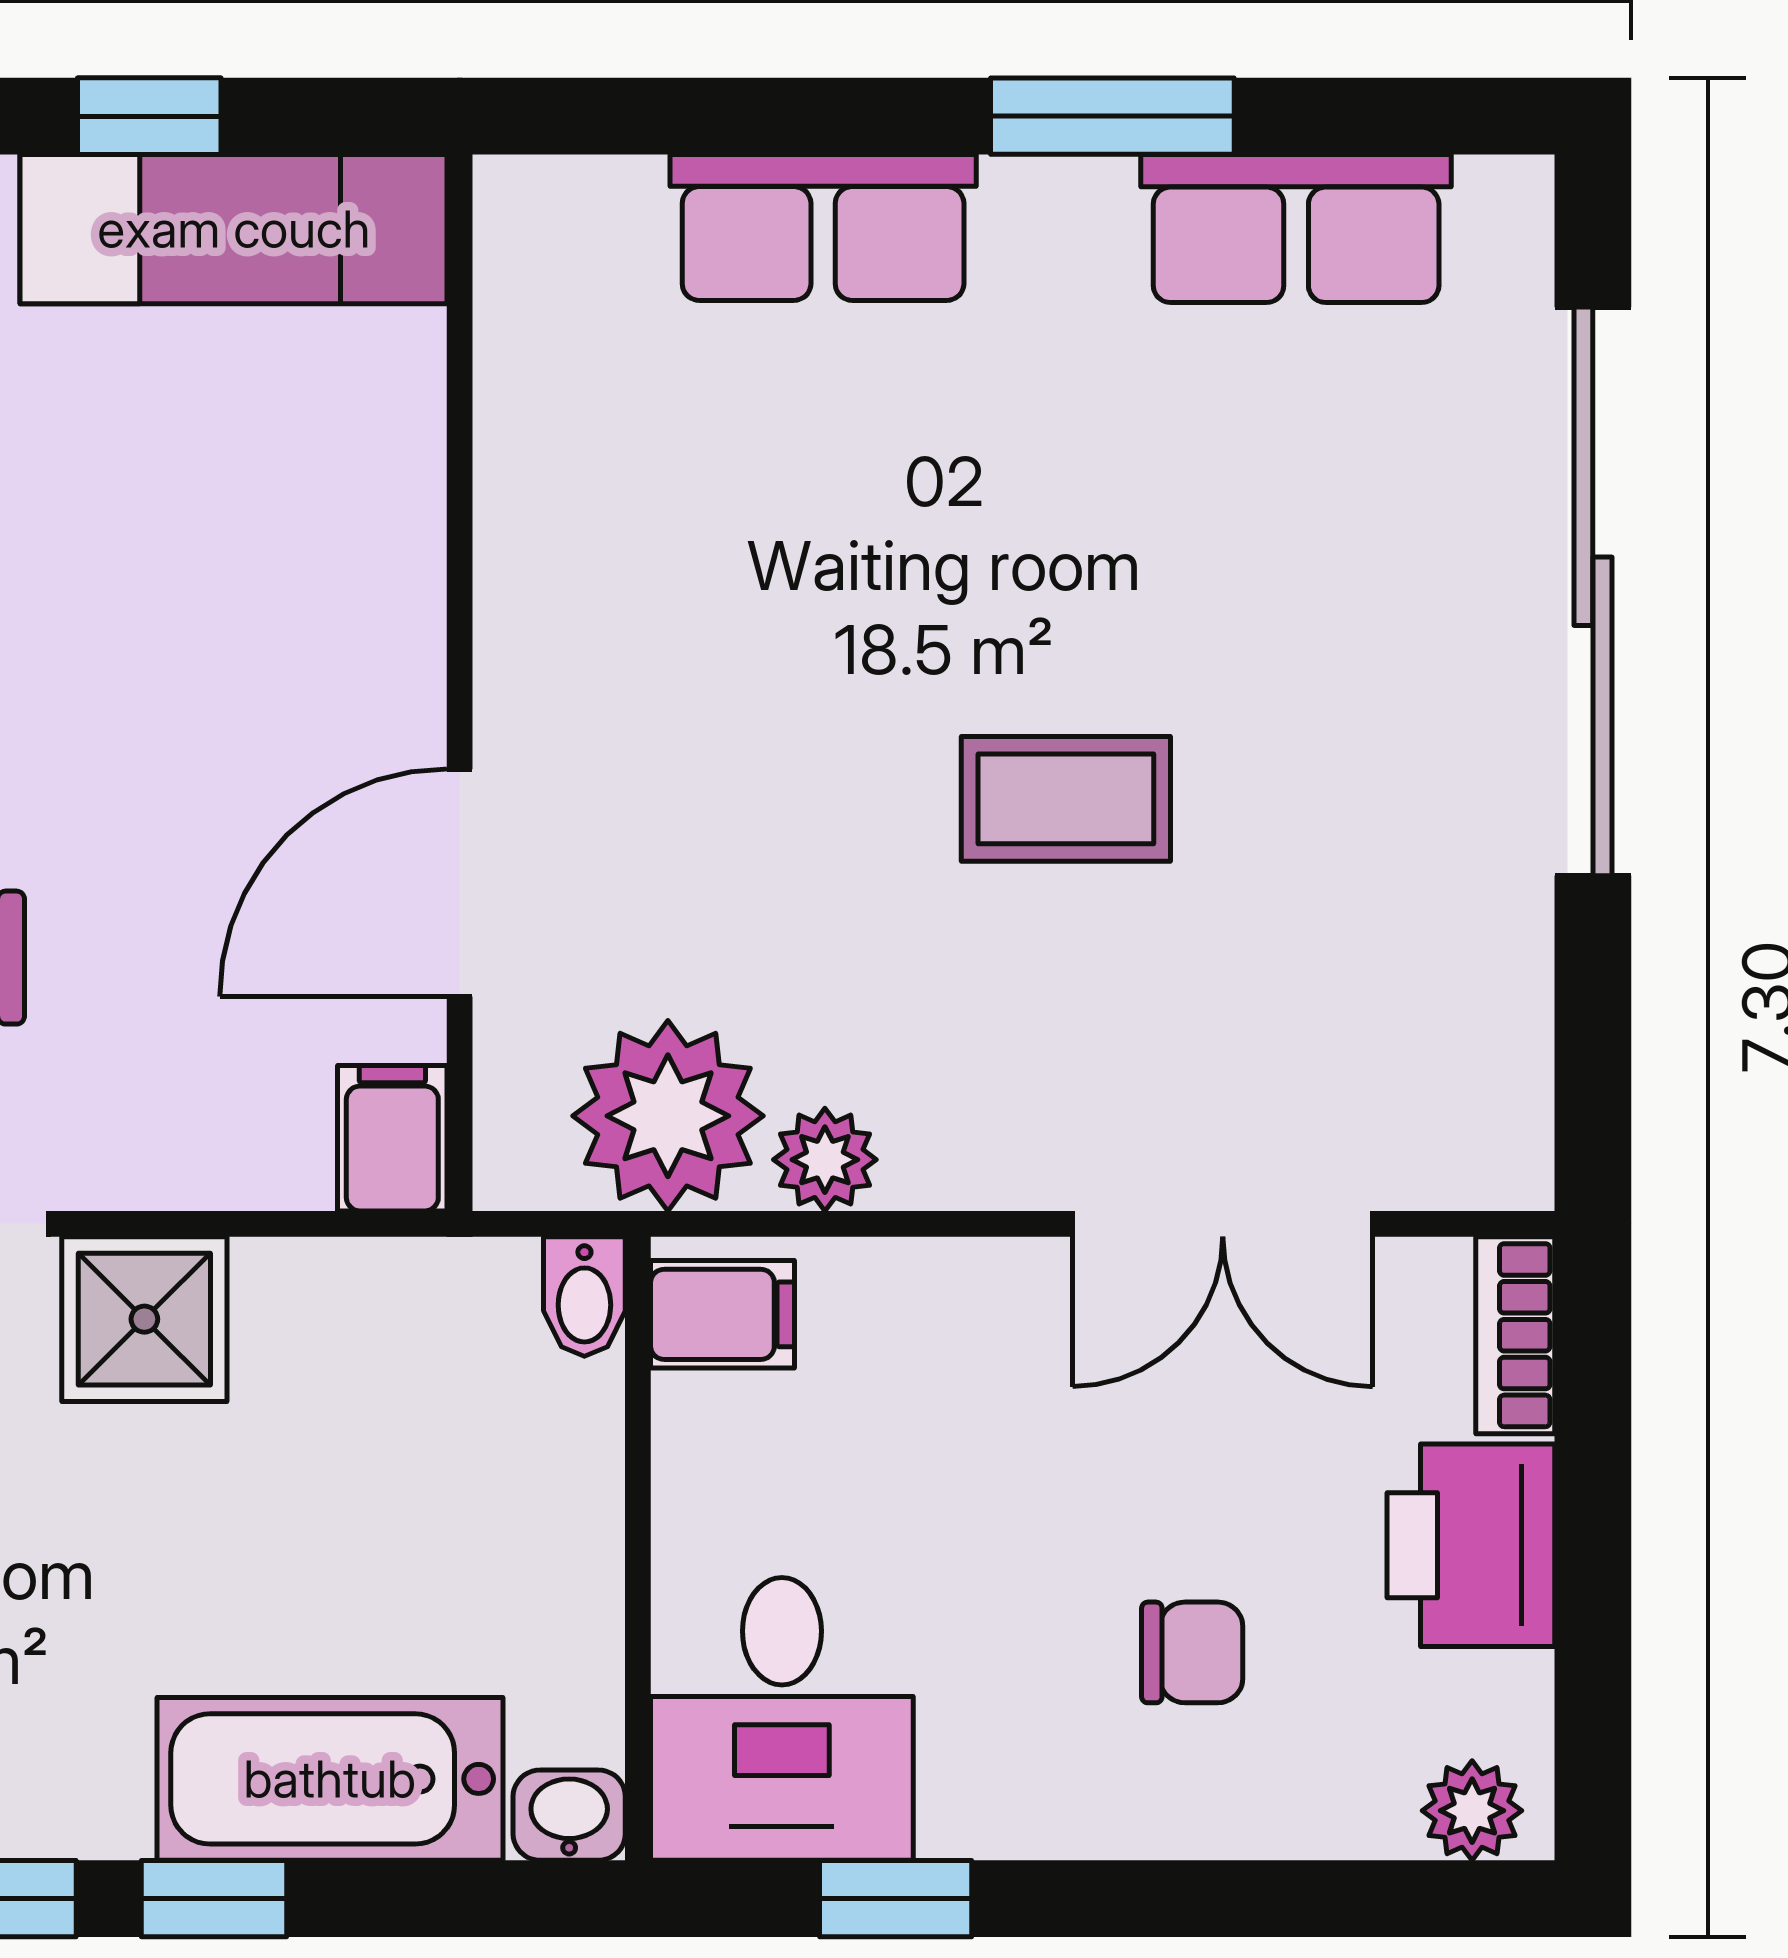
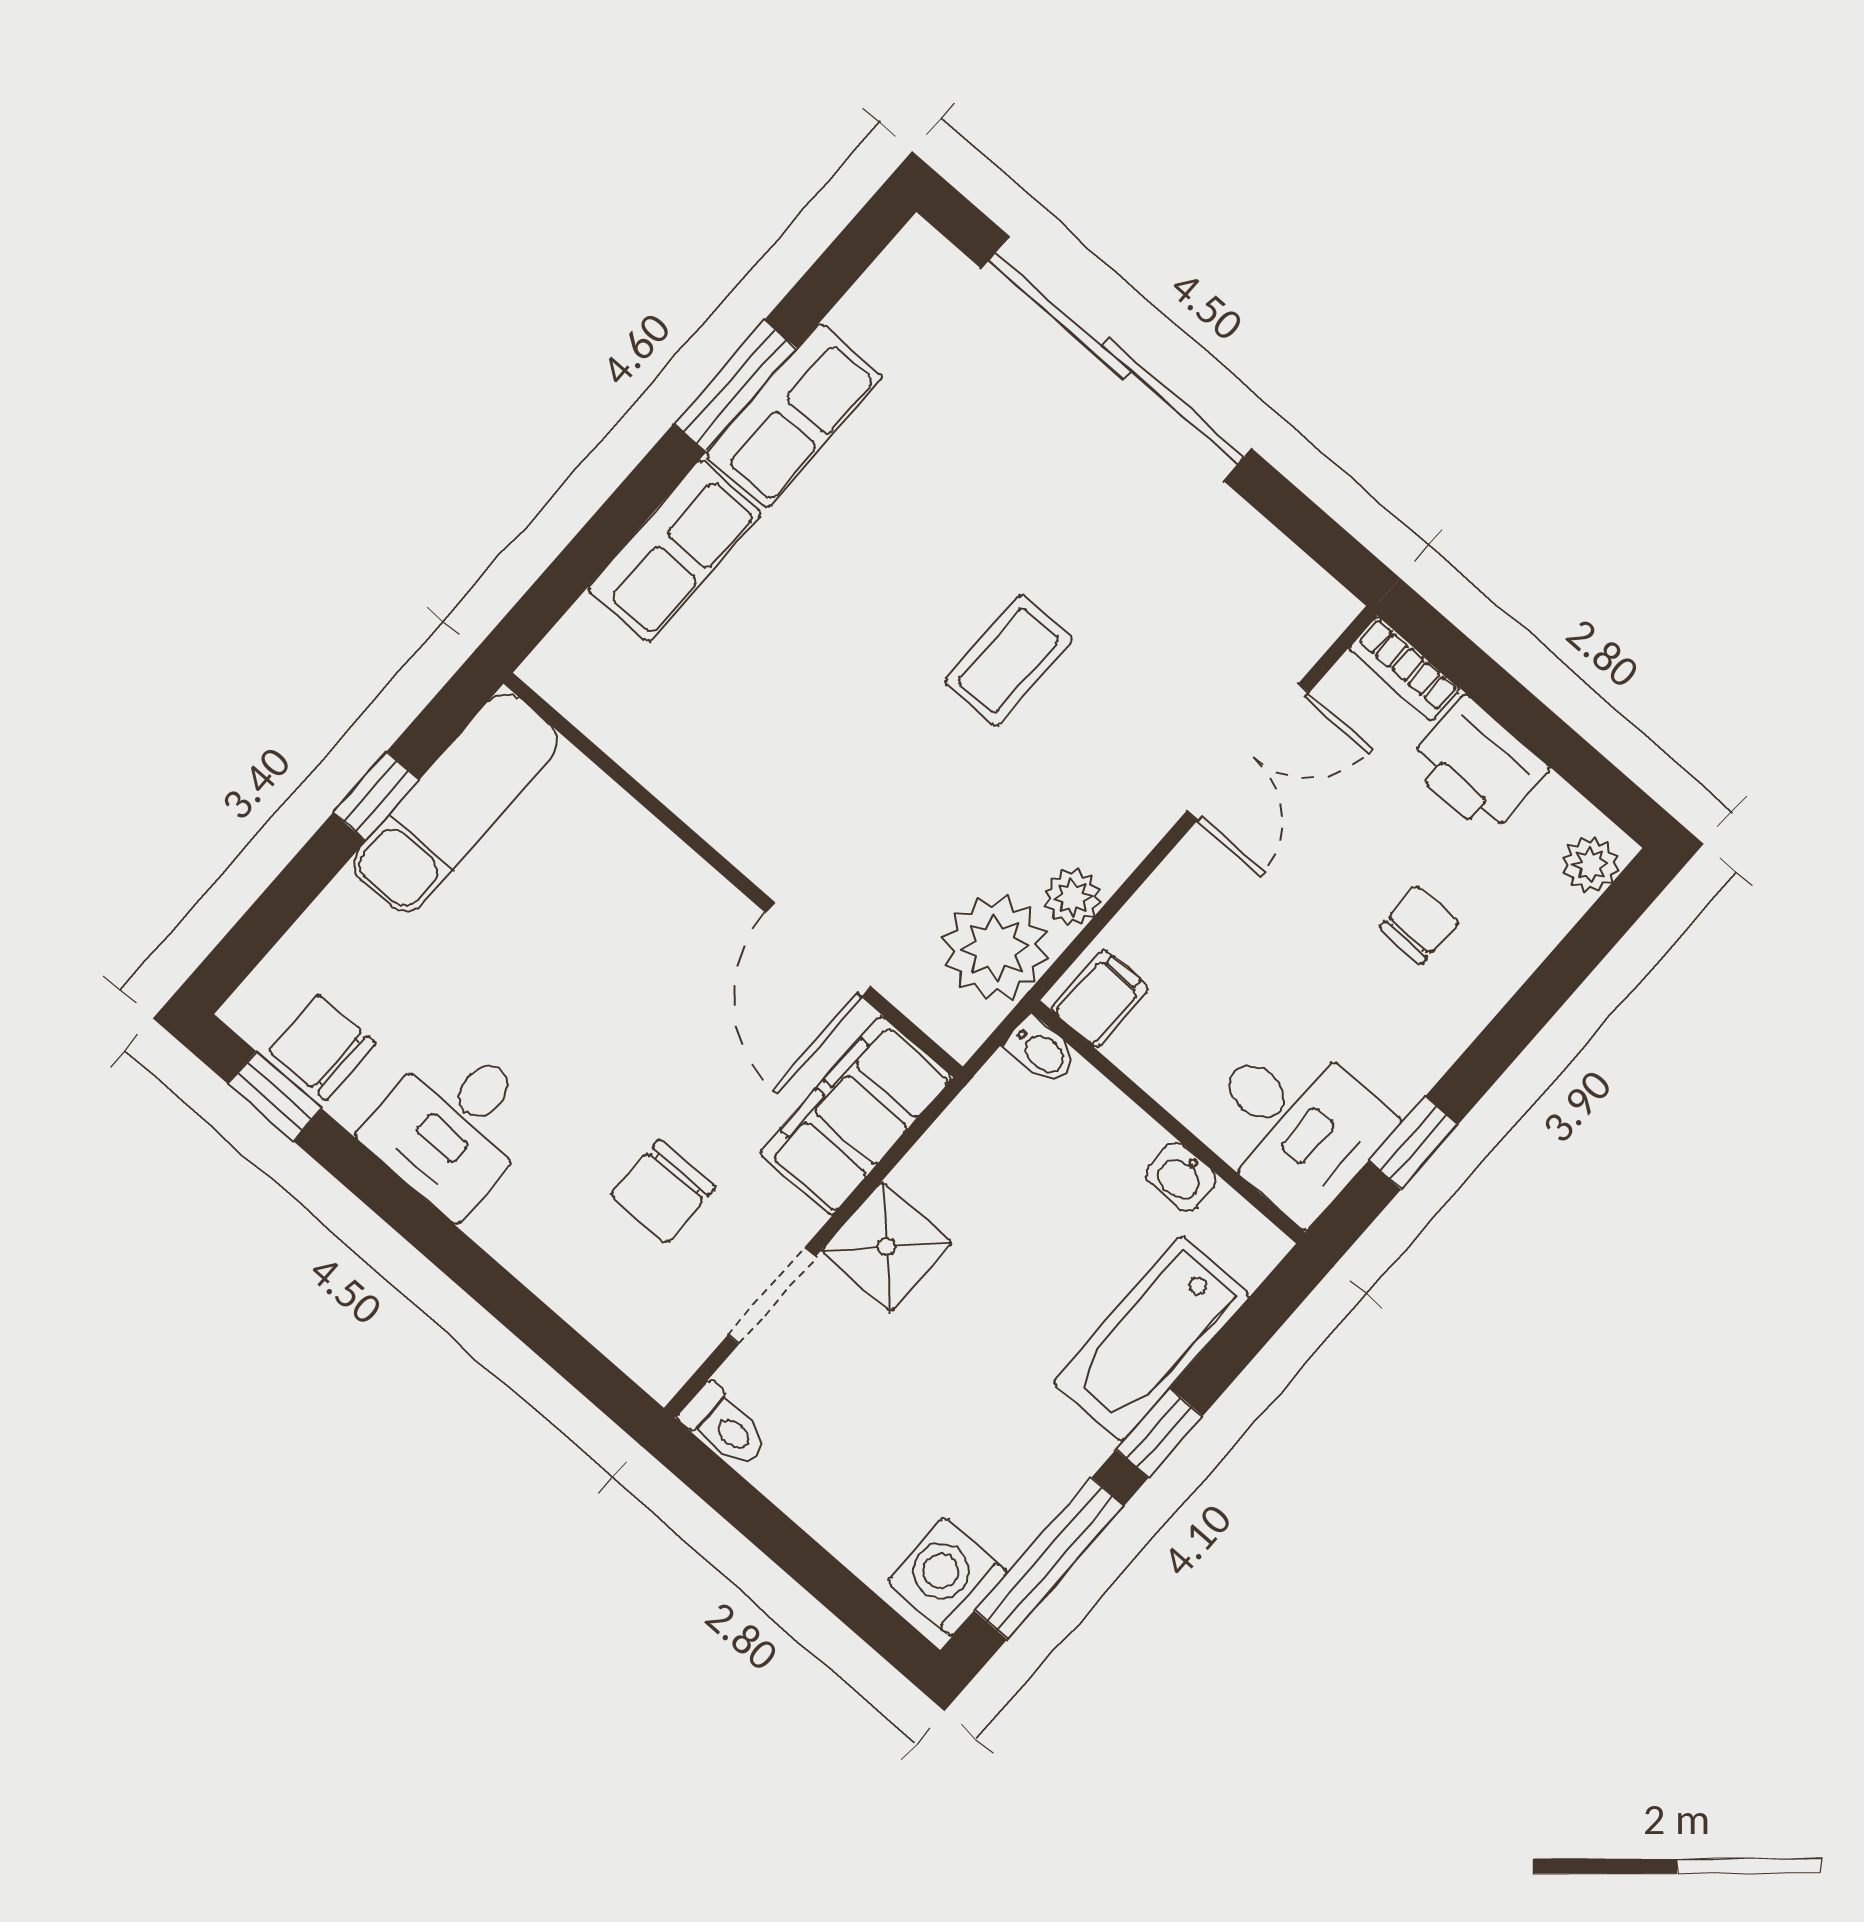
row of seats: (1296, 228) -> (794, 416), moved
filing cabinet: (392, 1138) -> (856, 1115), width x3.00, depth x1.17
washbasin: (569, 1815) -> (1181, 1177), moved, turned -90

